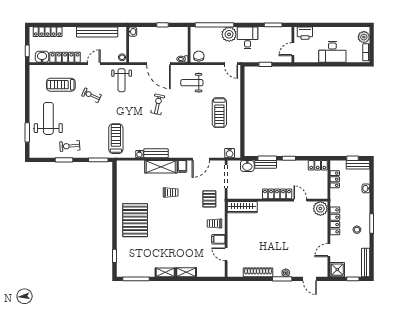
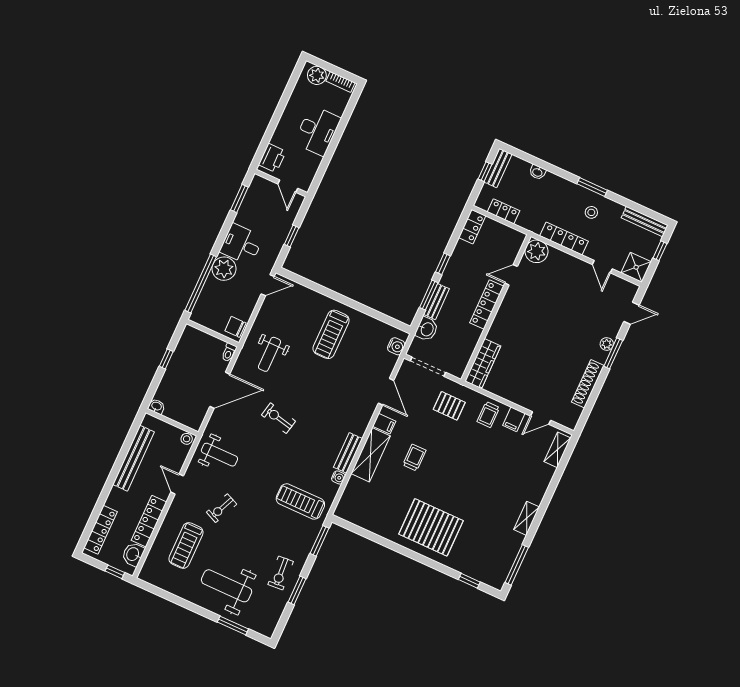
treadmill: (219, 113) -> (331, 334), turned 90
shelving: (186, 272) -> (557, 450), moved

